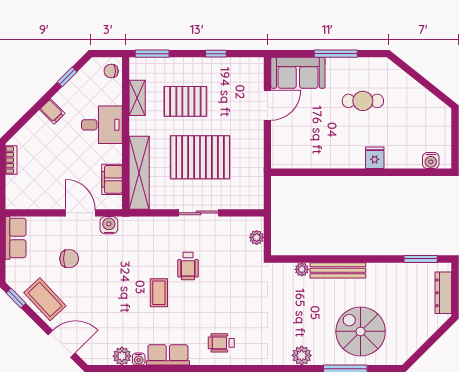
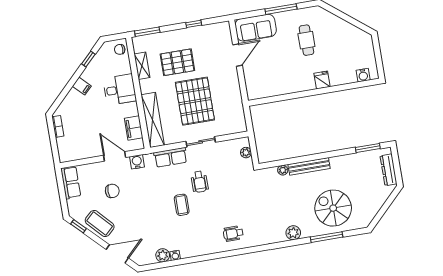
cafe table: (363, 101) -> (306, 40), turned 90
pallet: (200, 157) -> (195, 101), turned 90
row of seats: (168, 355) -> (171, 157), moved, turned 180

